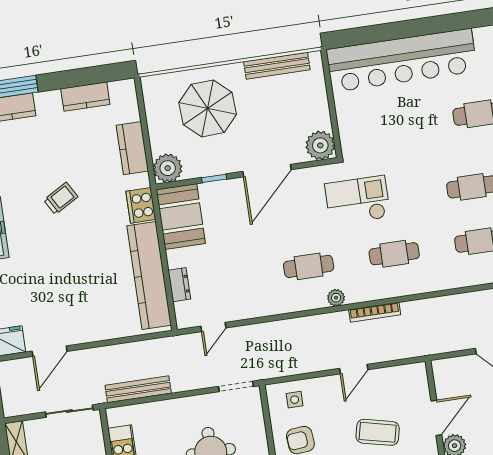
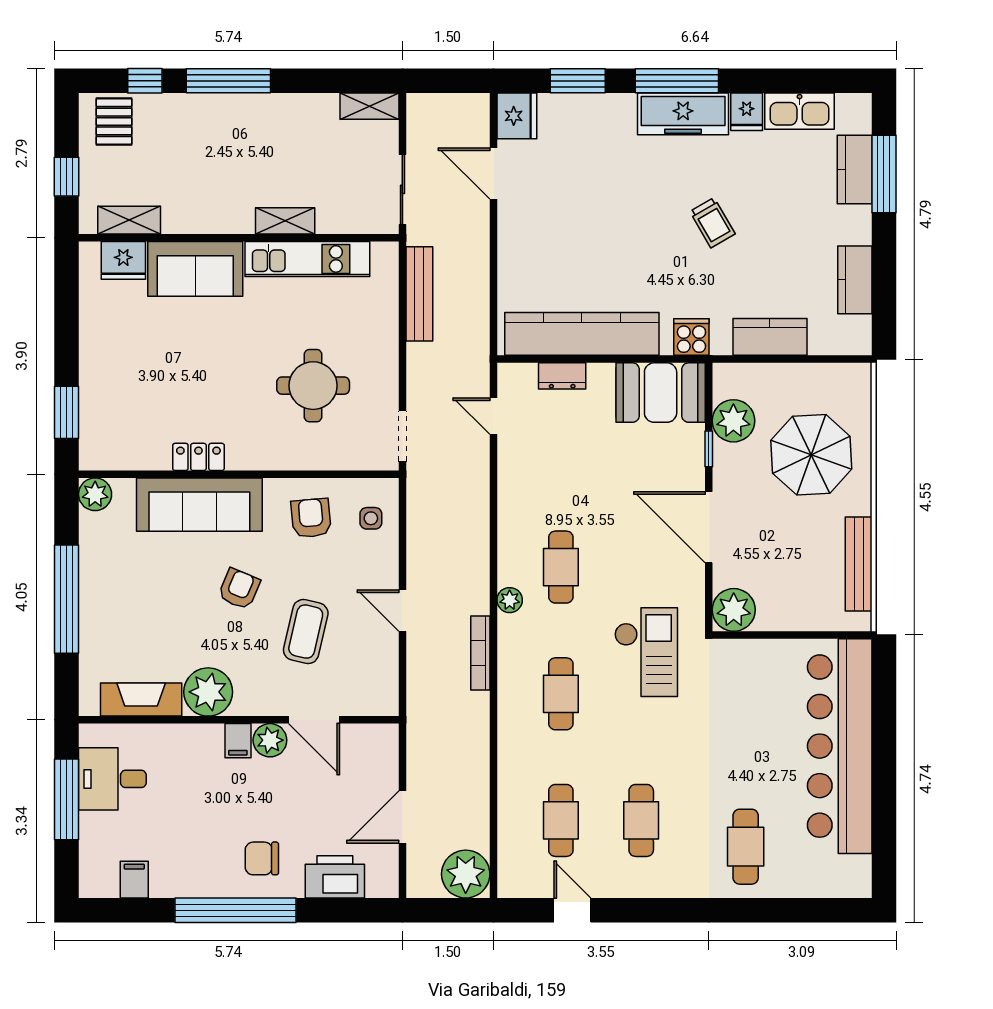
plant: (168, 168) -> (733, 421), moved
cooker: (141, 205) -> (691, 337), width x0.73

